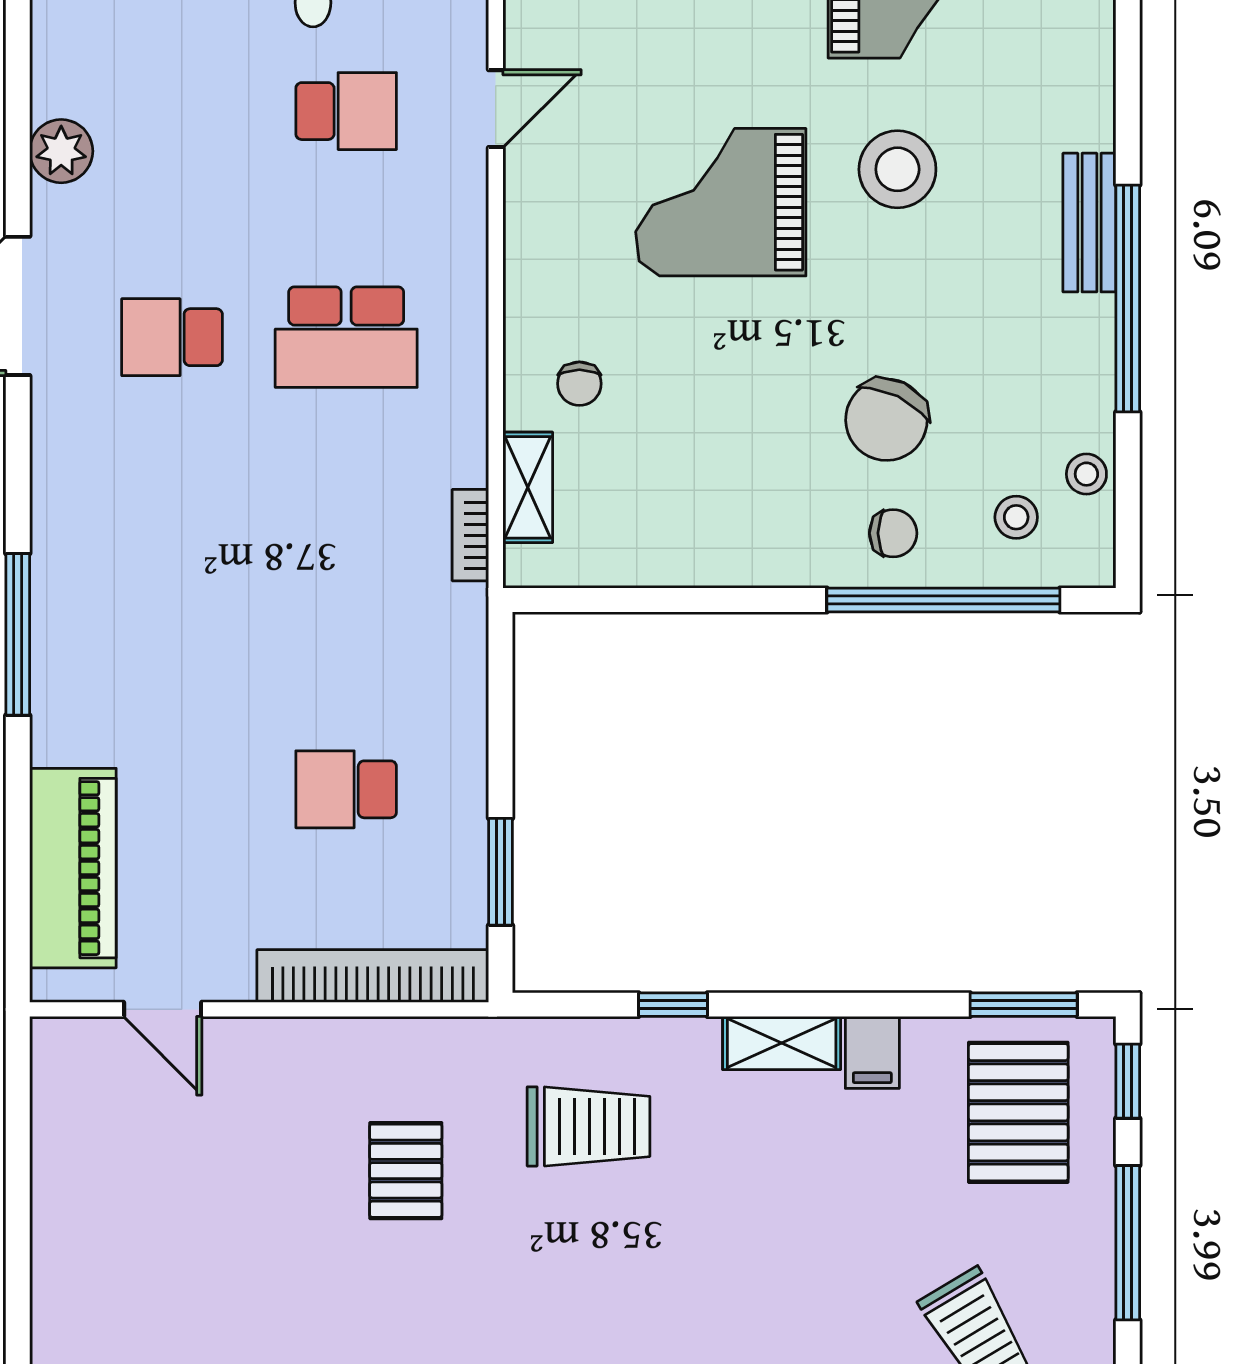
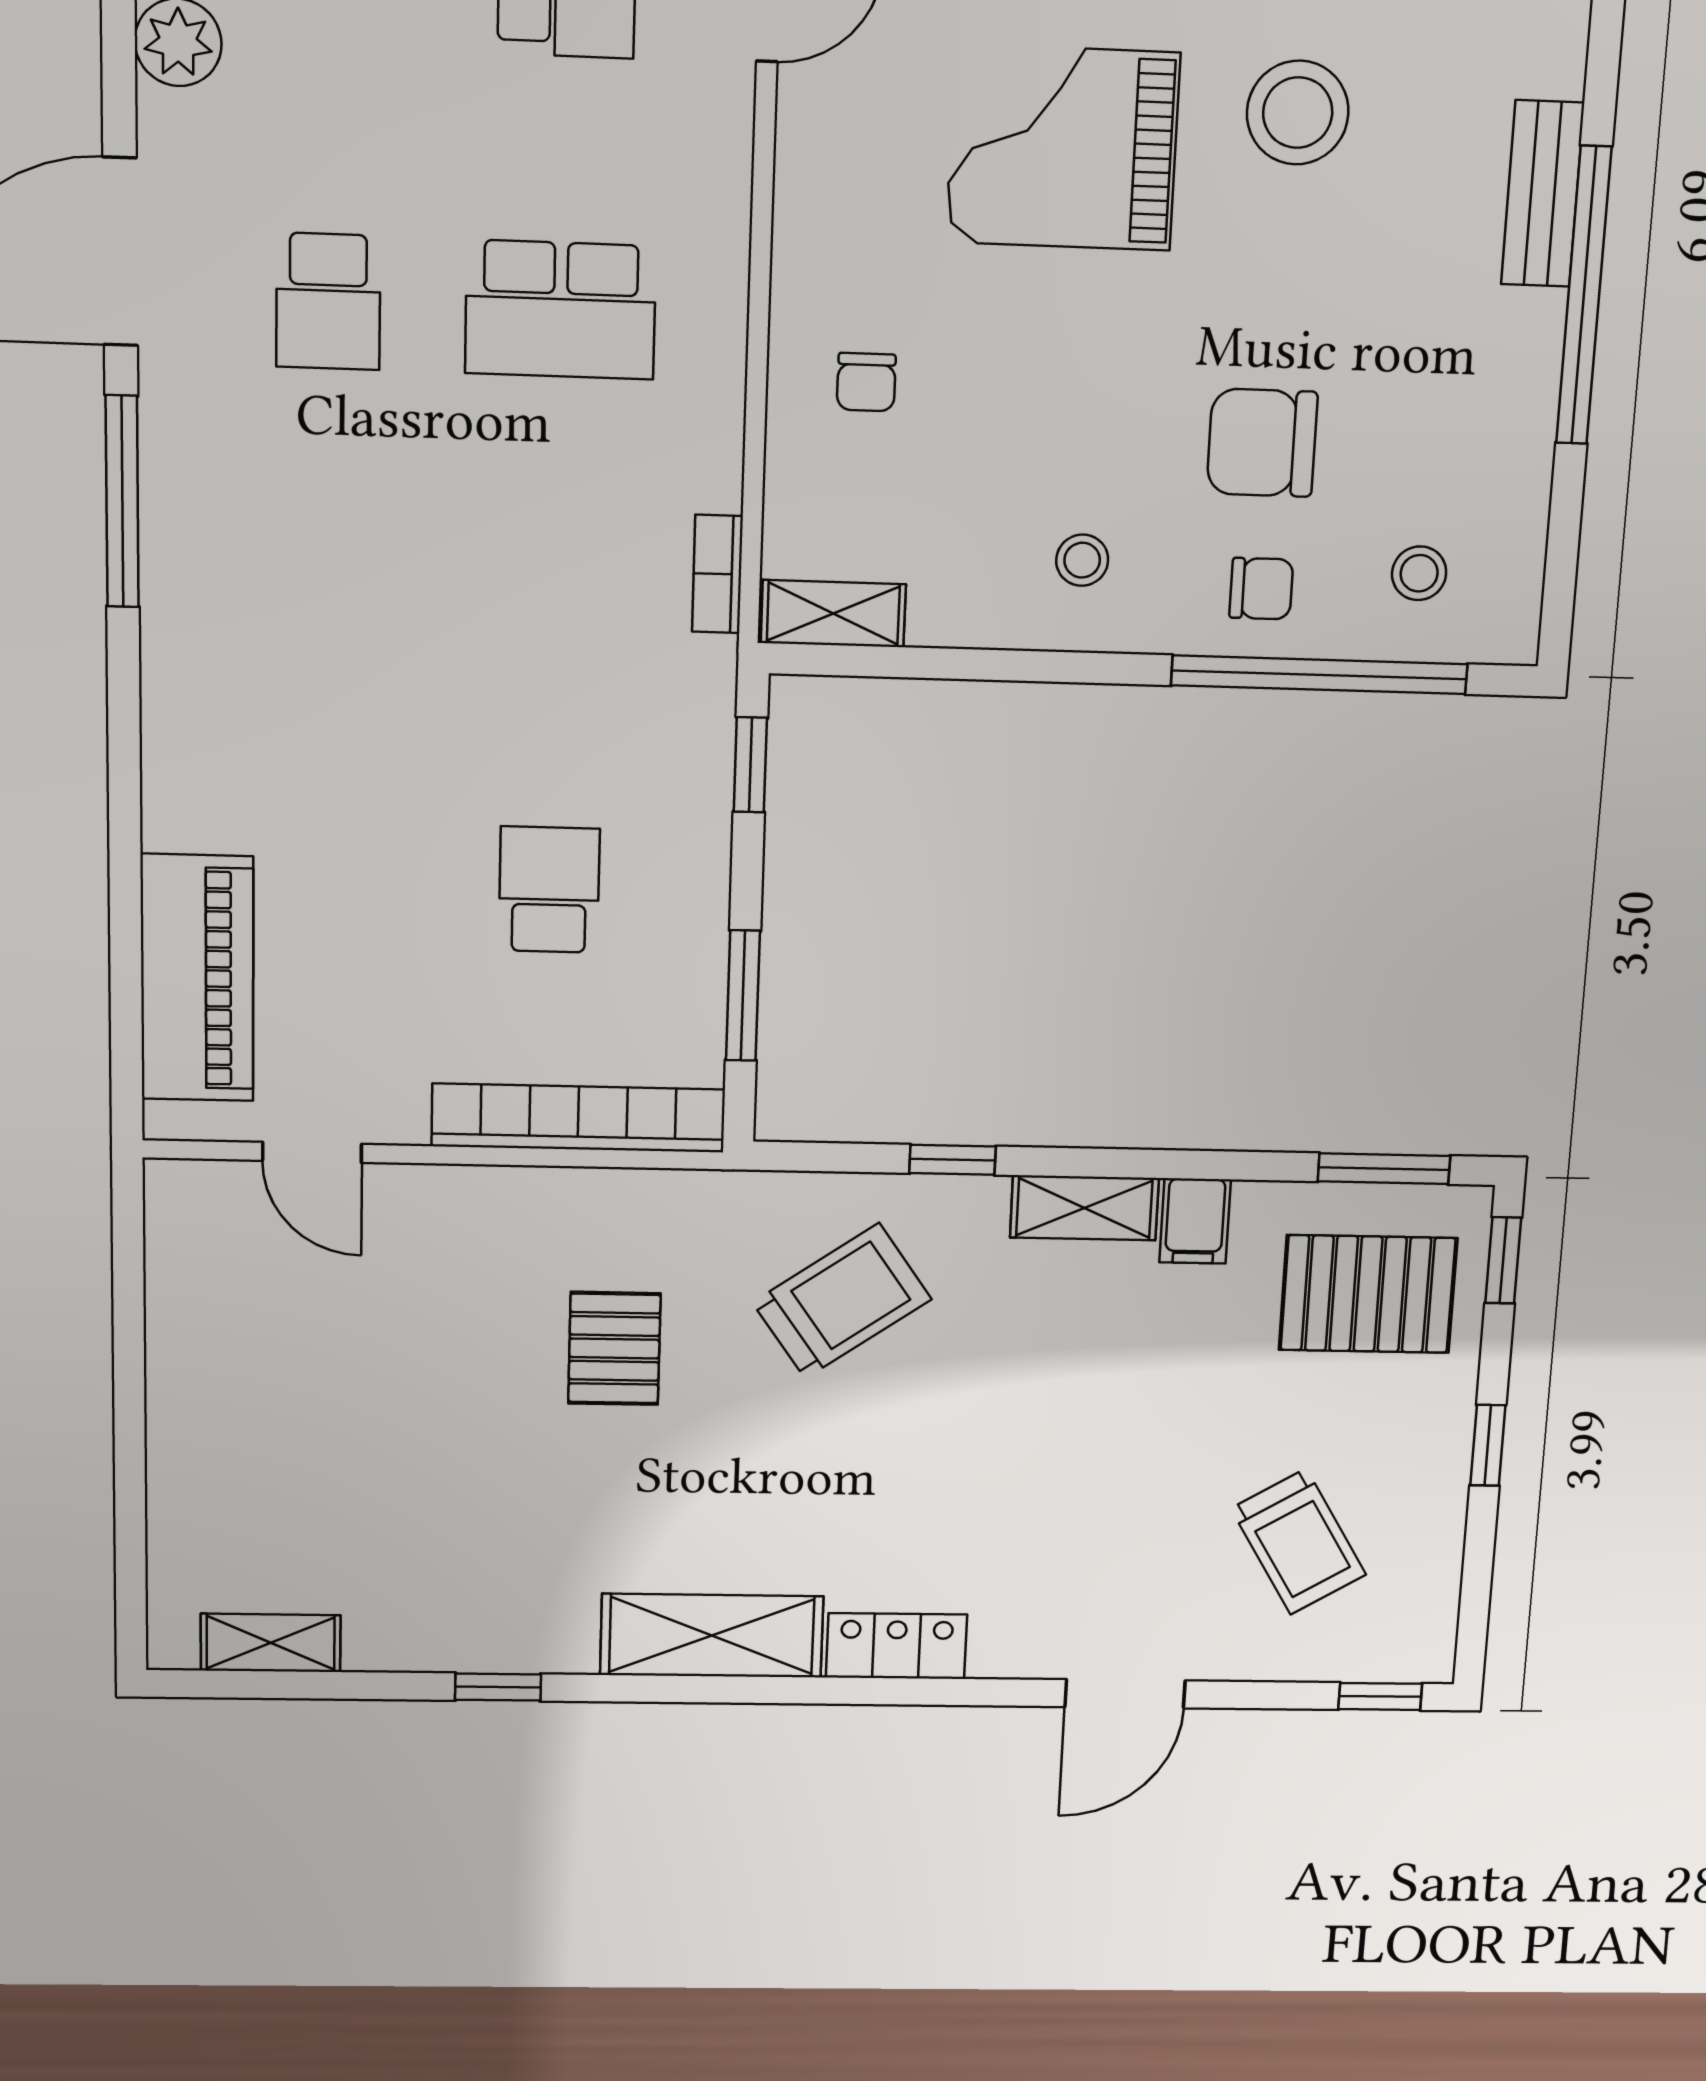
school desk: (172, 337) -> (328, 301), turned -90
chair: (886, 420) -> (1262, 443), turned 64
stool: (1086, 474) -> (1082, 560), moved
shelving: (528, 487) -> (833, 614), moved, turned 90
window: (18, 634) -> (122, 502), moved
window: (501, 685) -> (750, 765), added
school desk: (346, 789) -> (549, 890), turned 90
pallet: (1018, 1112) -> (1368, 1294), turned 90
trolley: (589, 1126) -> (842, 1301), turned -35
window: (1128, 1243) -> (1488, 1445), width x0.46

